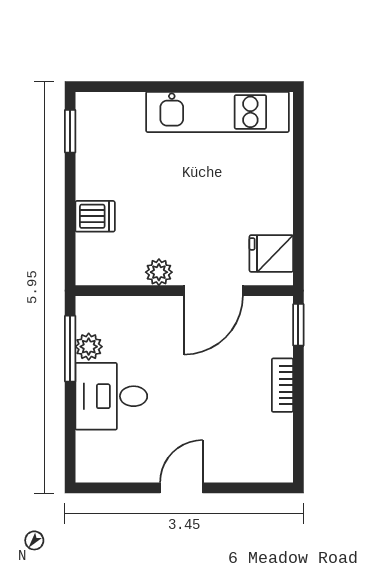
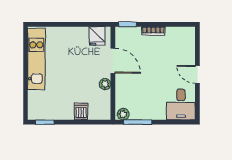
plant: (89, 347) -> (123, 114), moved
desk: (111, 396) -> (181, 104), moved

